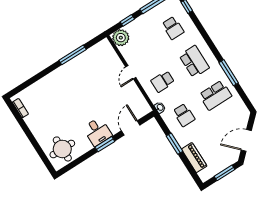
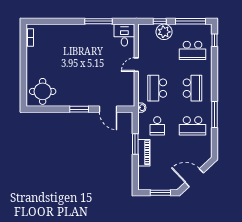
school desk: (173, 28) -> (193, 50), width x1.85
plant: (121, 38) -> (164, 32), moved
school desk: (163, 81) -> (157, 88), width x1.85
door: (131, 128) -> (108, 109), swing flipped
desk: (98, 132) -> (124, 35), moved, turned 180
piano: (194, 158) -> (144, 153), moved

